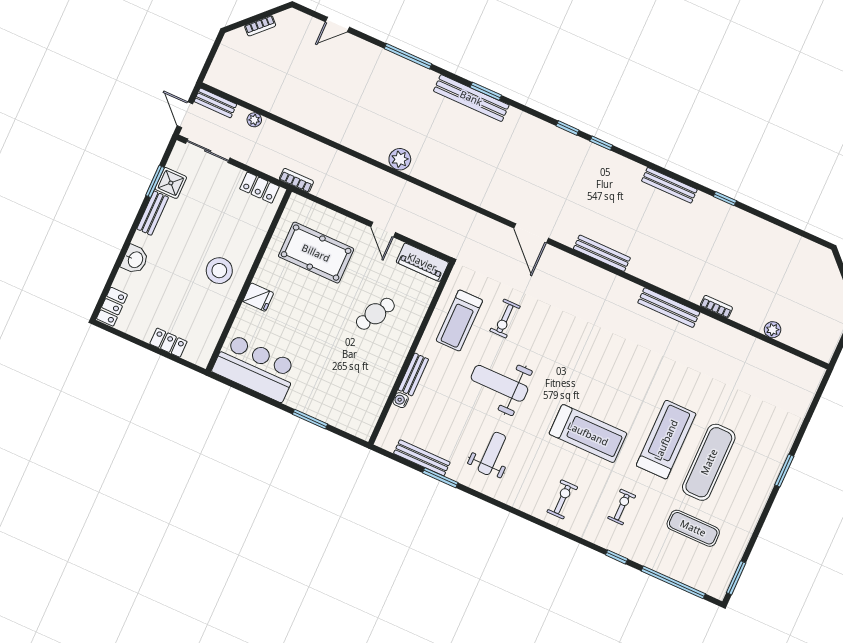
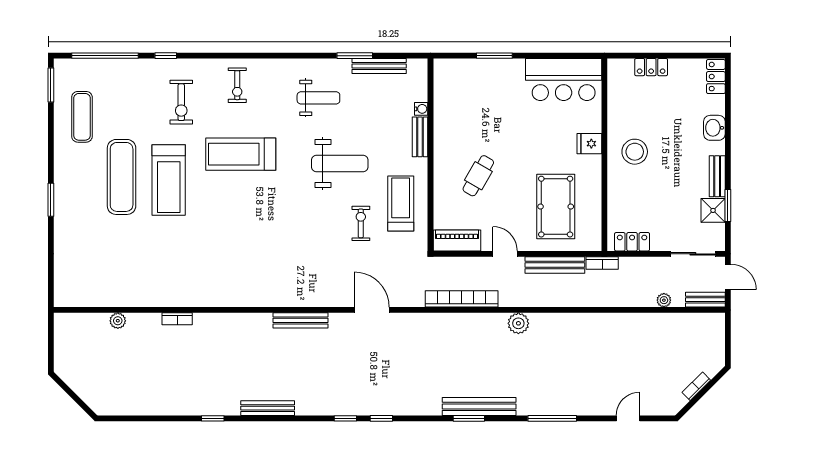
bookcase: (442, 206) -> (462, 299), added
pool table: (316, 253) -> (556, 207), turned 90
bench: (669, 308) -> (555, 265), moved
weight bench: (492, 453) -> (318, 98), turned -90
exercise bike: (622, 507) -> (181, 102), width x1.38, depth x1.39
exercise mat: (693, 528) -> (82, 117), moved, turned 90

